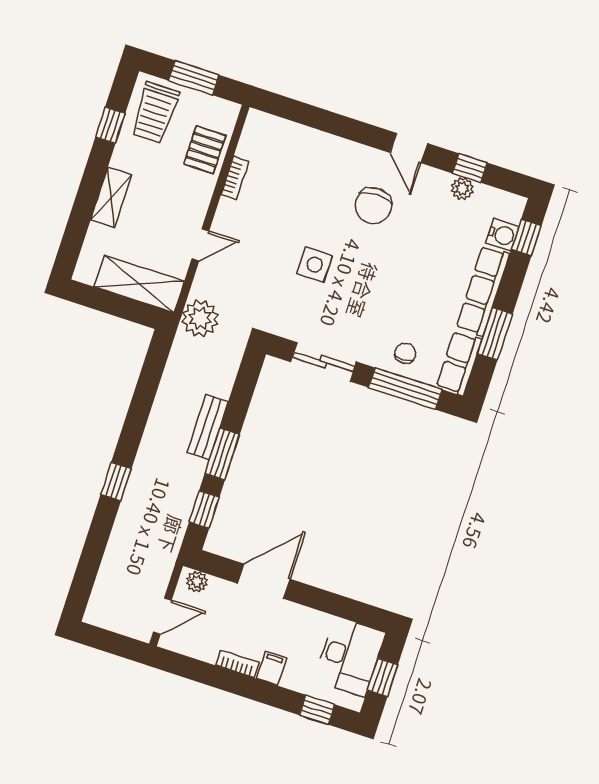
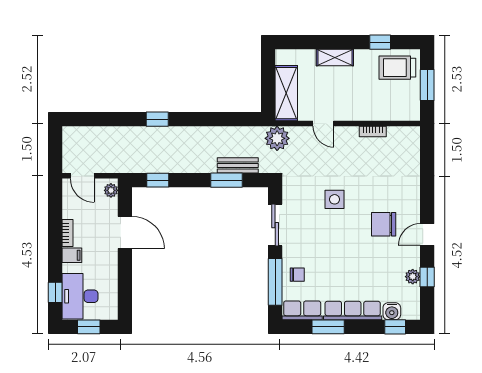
pallet: (205, 150) -> (384, 107), removed
bench: (208, 427) -> (238, 165), moved
window: (222, 454) -> (226, 180), moved
desk: (350, 657) -> (80, 296), moved, turned 90

